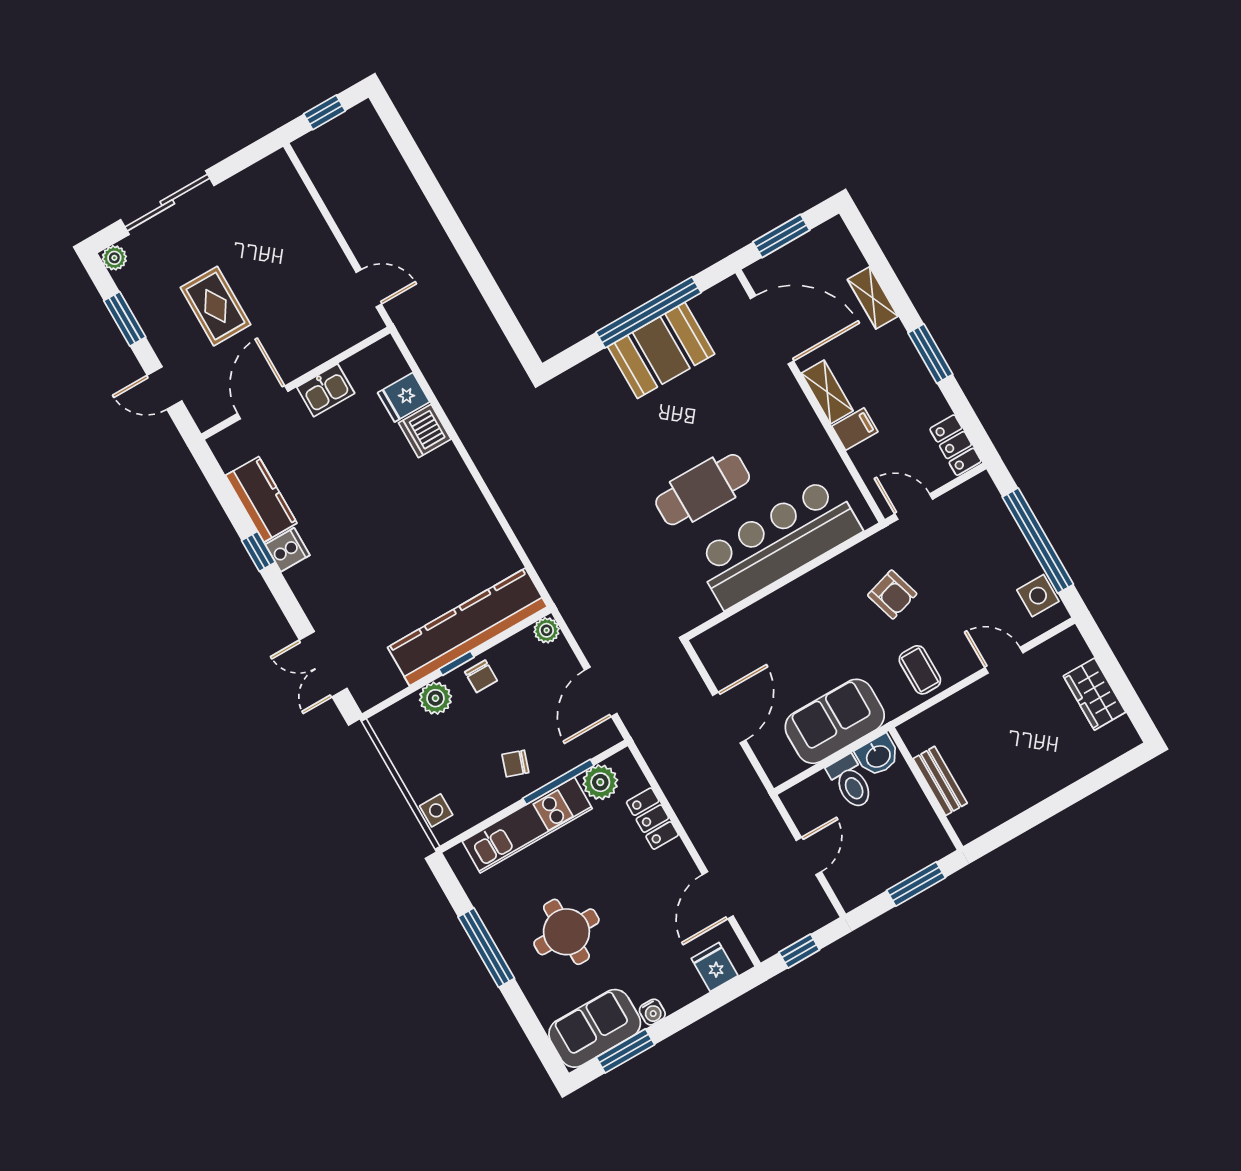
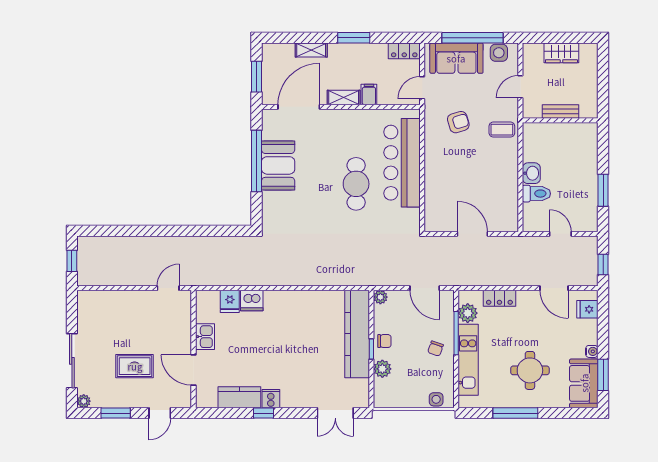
sofa: (835, 721) -> (456, 58), moved, turned -90
bench: (940, 781) -> (560, 111), moved
wall: (926, 789) -> (560, 120), moved

